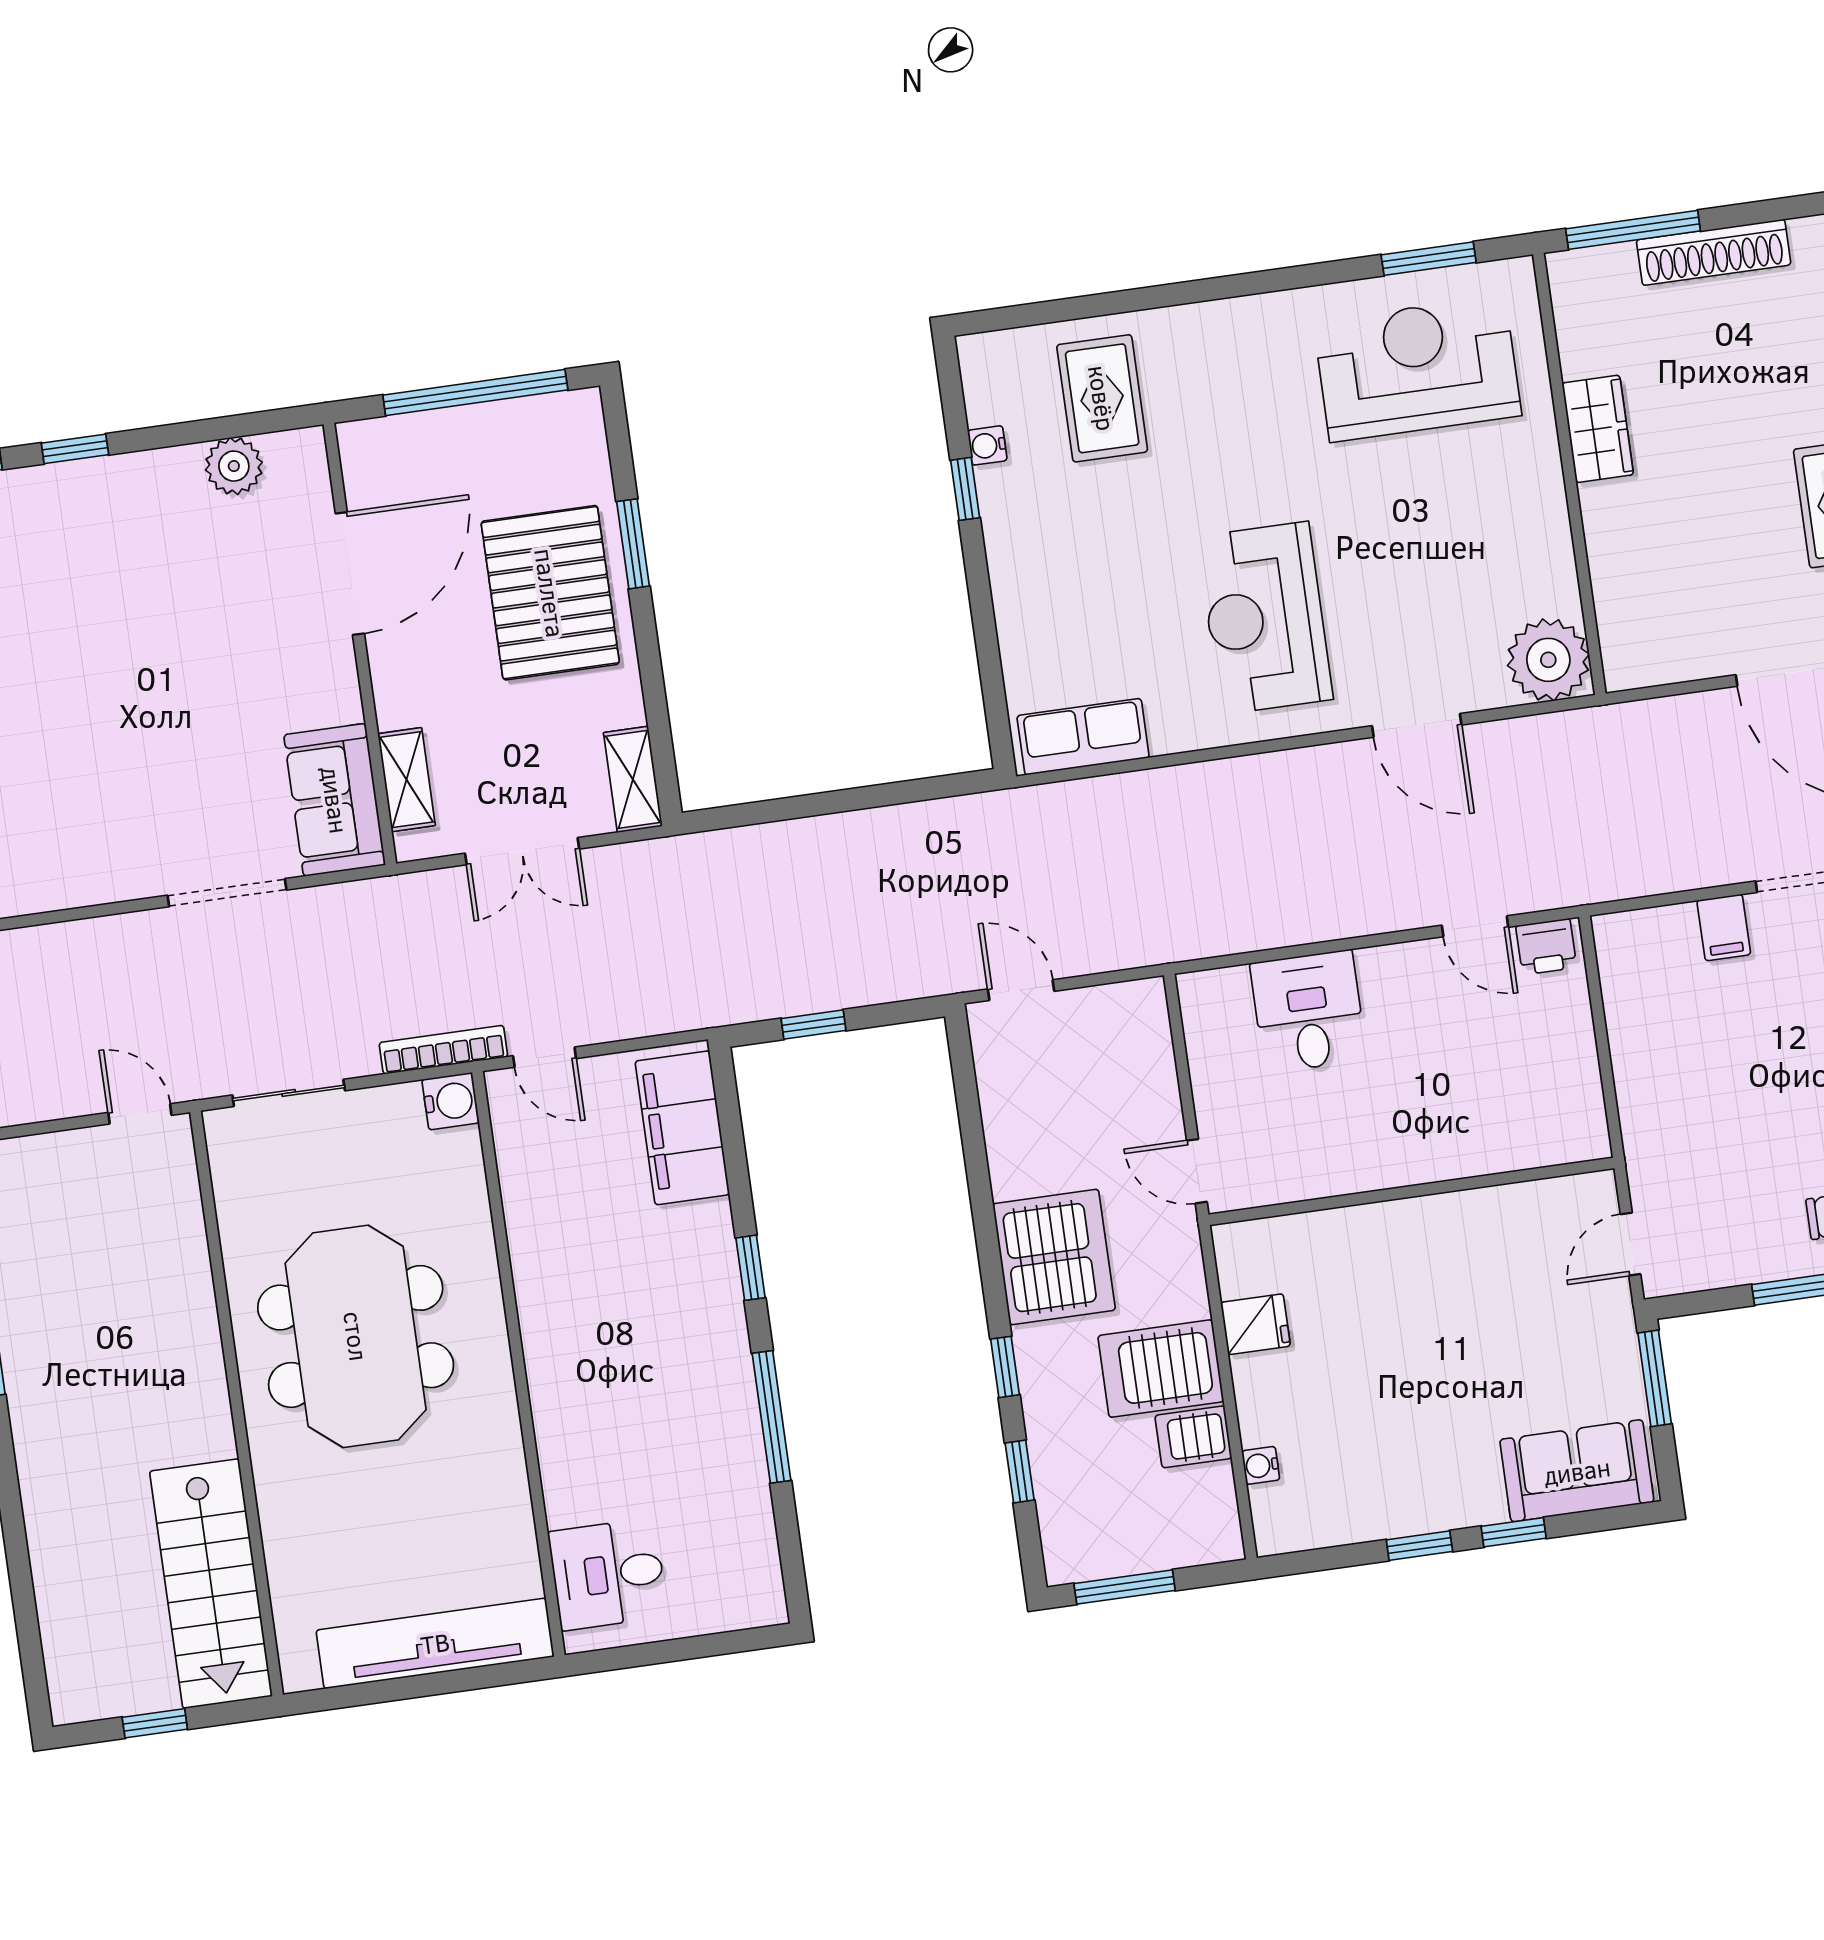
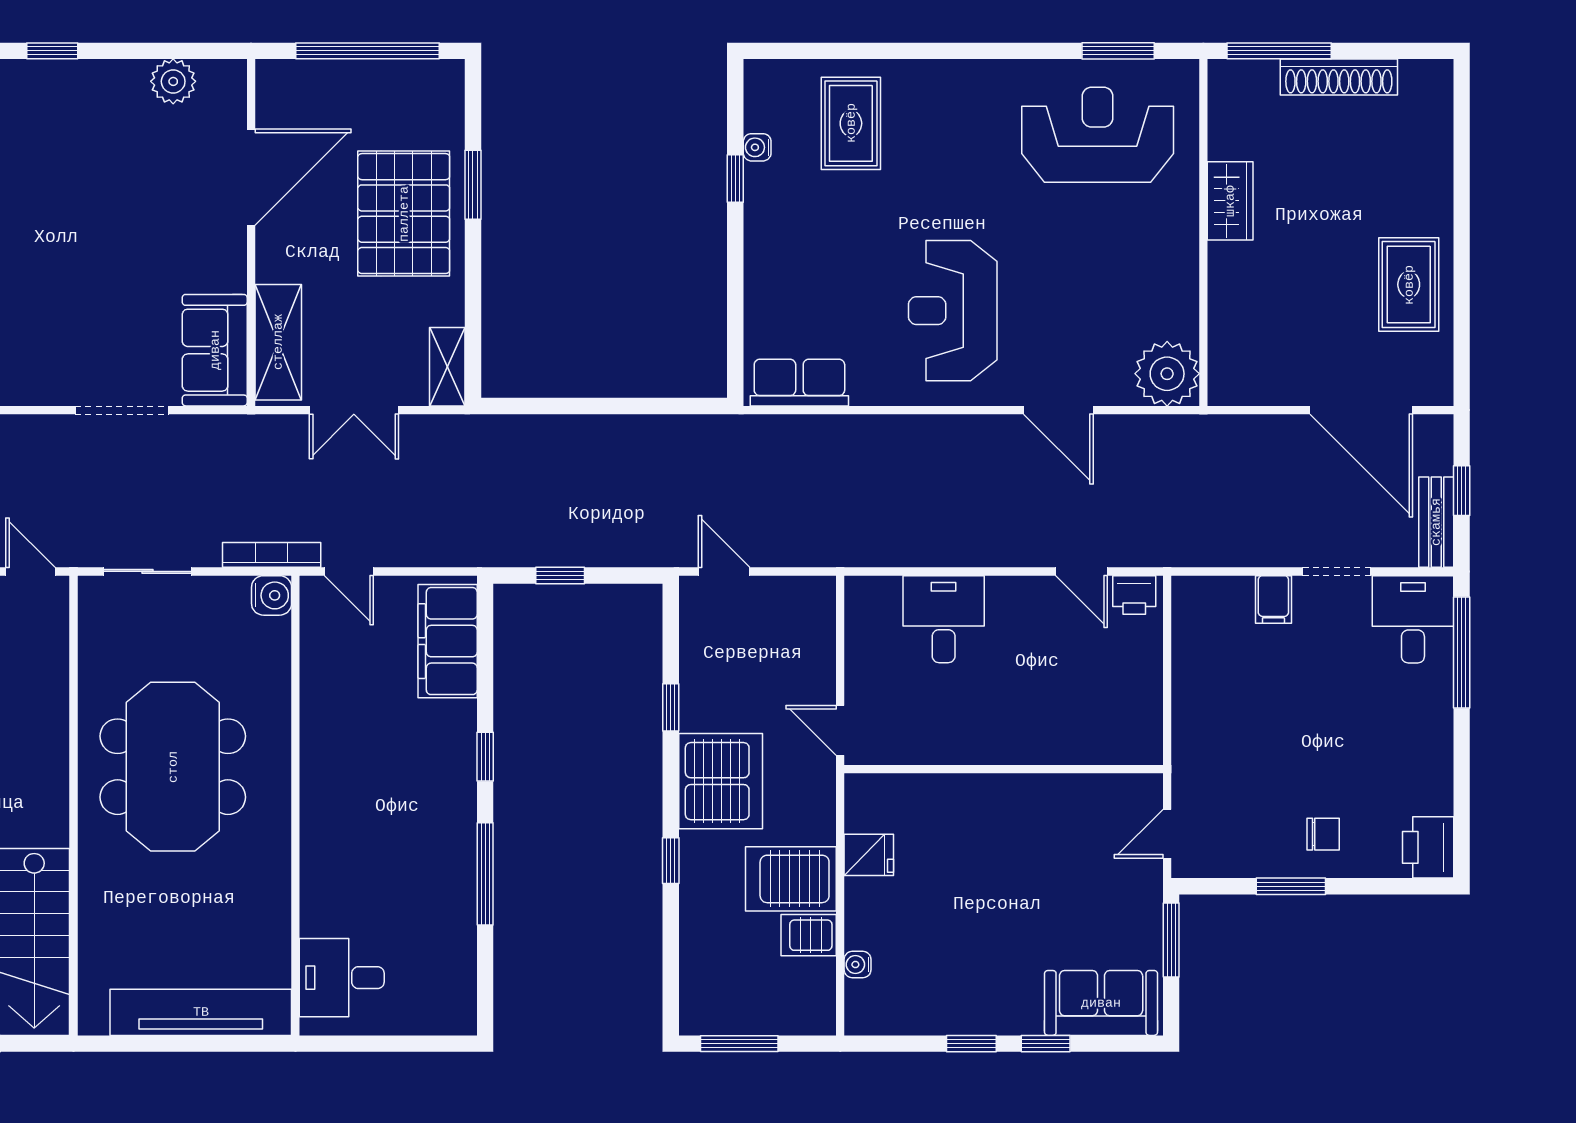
shelving: (407, 780) -> (278, 342), width x1.50, depth x1.33
window: (1020, 1472) -> (671, 707), moved

